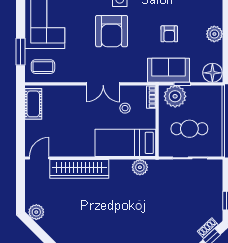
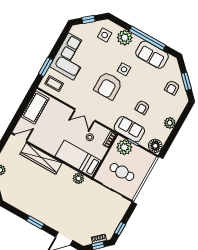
cot: (33, 104) -> (35, 108), width x1.37, depth x1.34

